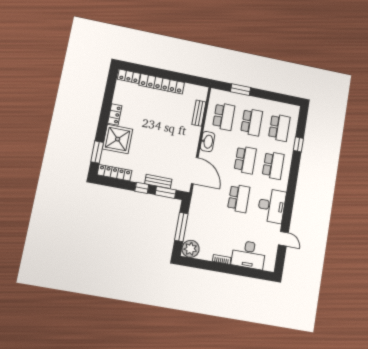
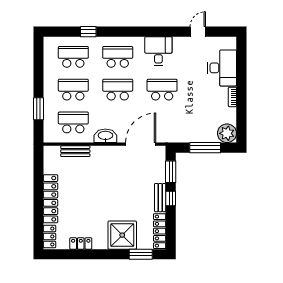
locker: (115, 114) -> (81, 243), moved
bench: (158, 181) -> (160, 198), moved
desk: (272, 206) -> (158, 51), width x0.73

